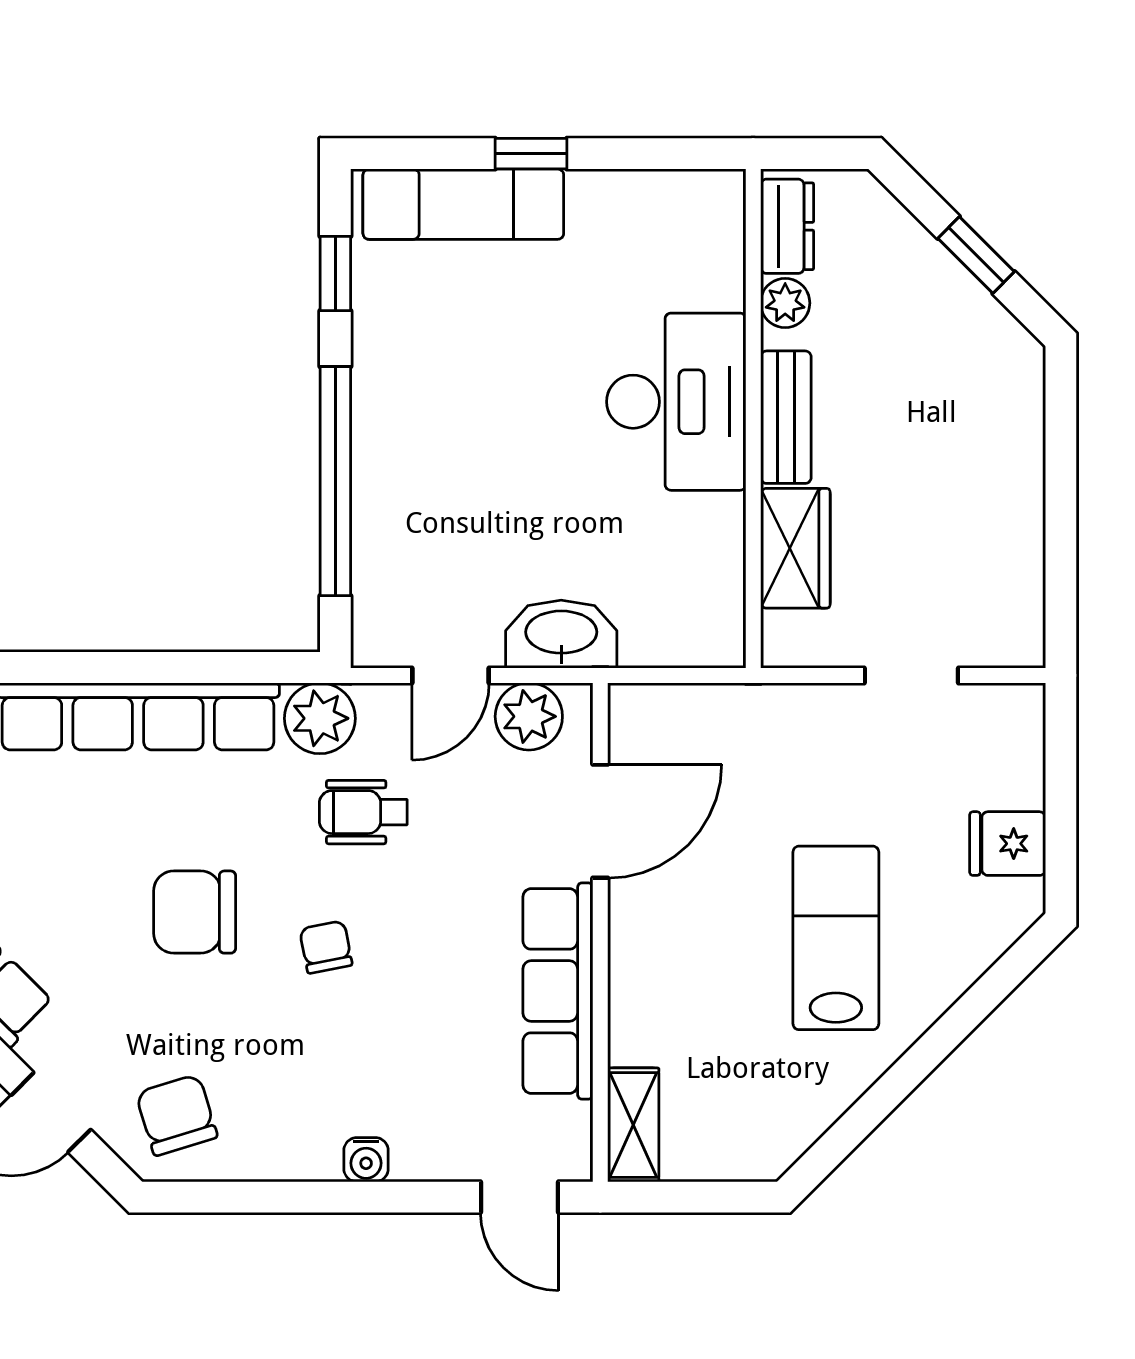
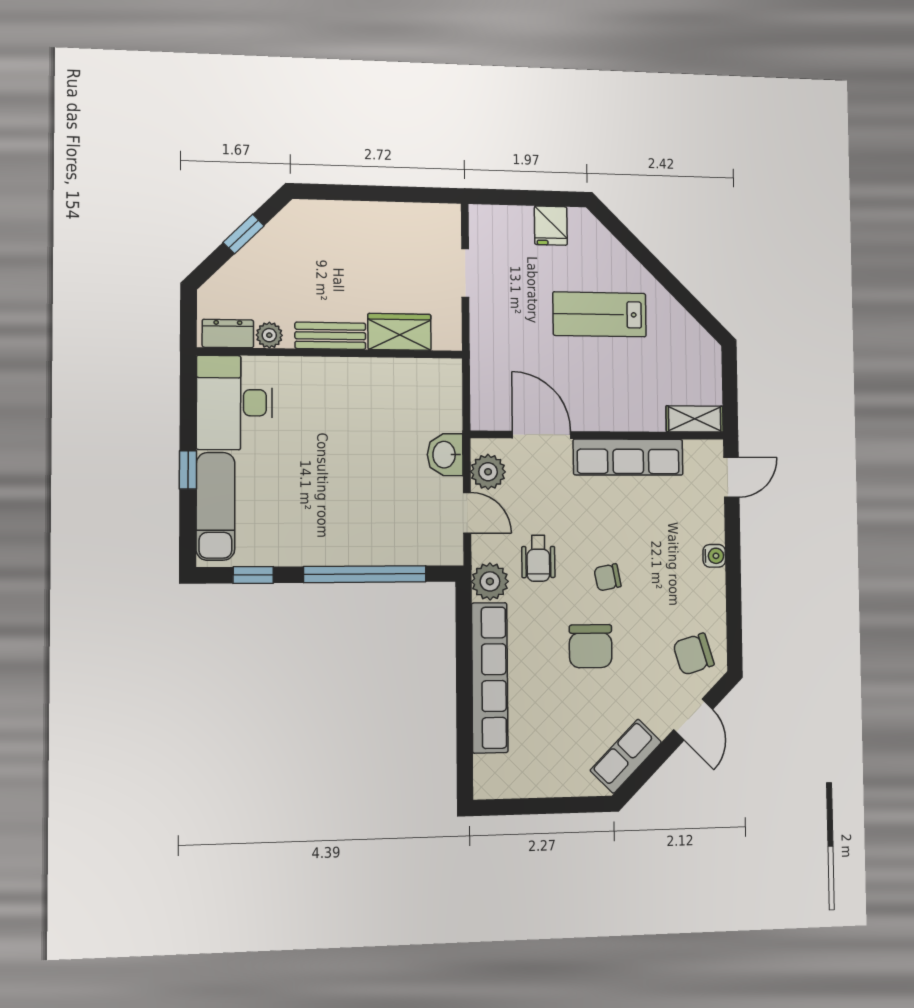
desk: (676, 402) -> (234, 403), moved, turned -90
washbasin: (561, 634) -> (445, 455), width x0.72

